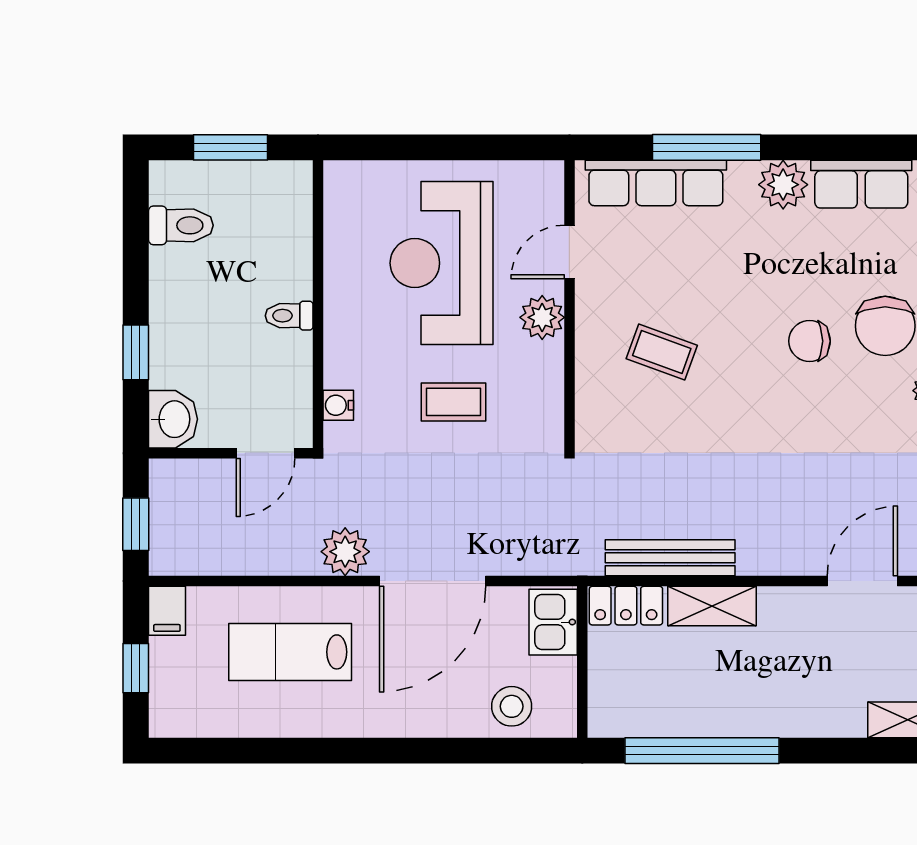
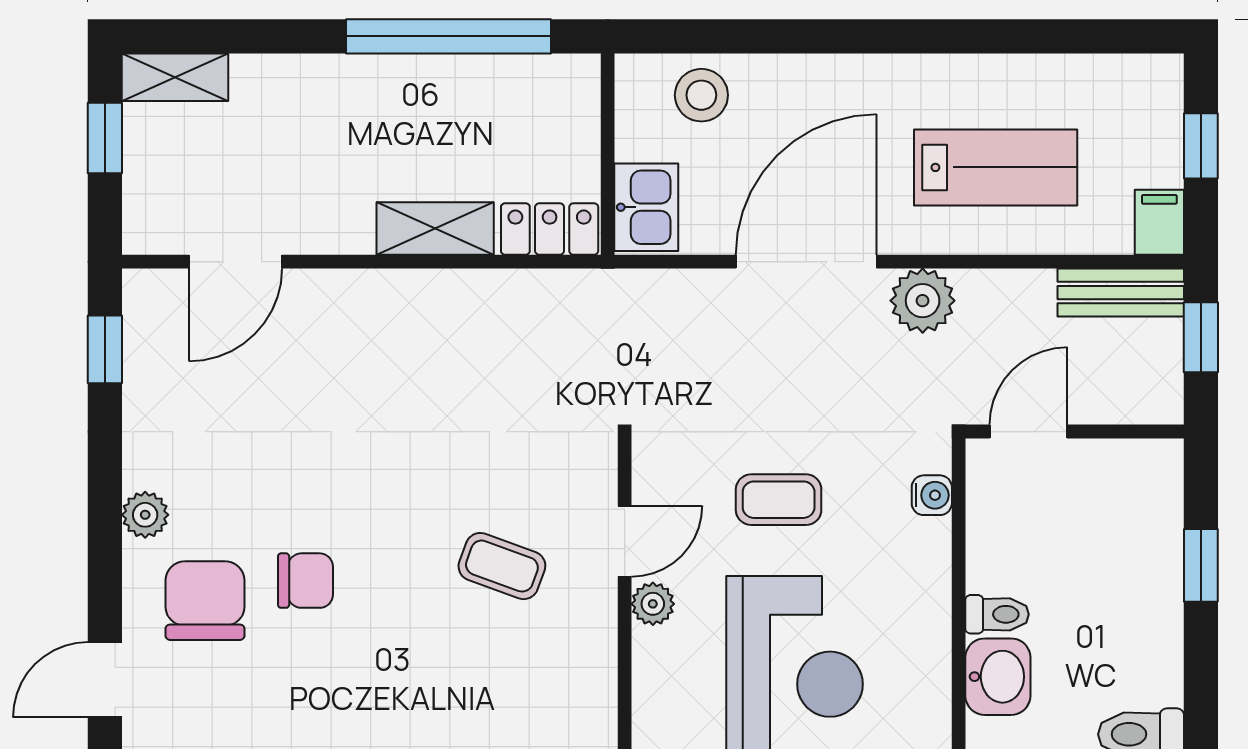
door: (569, 252) -> (625, 541), moved
plant: (542, 317) -> (653, 604), width x0.73, depth x0.73
washbasin: (173, 419) -> (998, 677), moved, turned 180
bench: (670, 558) -> (1121, 293), moved, width x0.73

